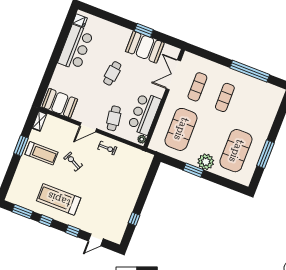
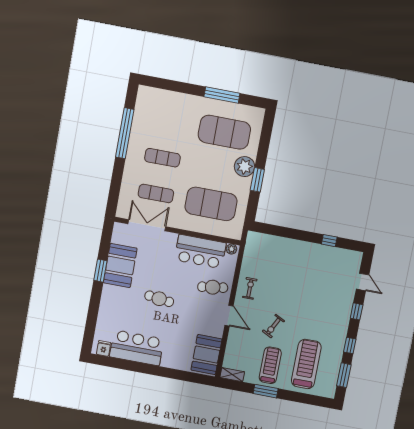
double door: (173, 75) -> (147, 225), swing flipped
treadmill: (59, 199) -> (306, 364), moved, turned 180

